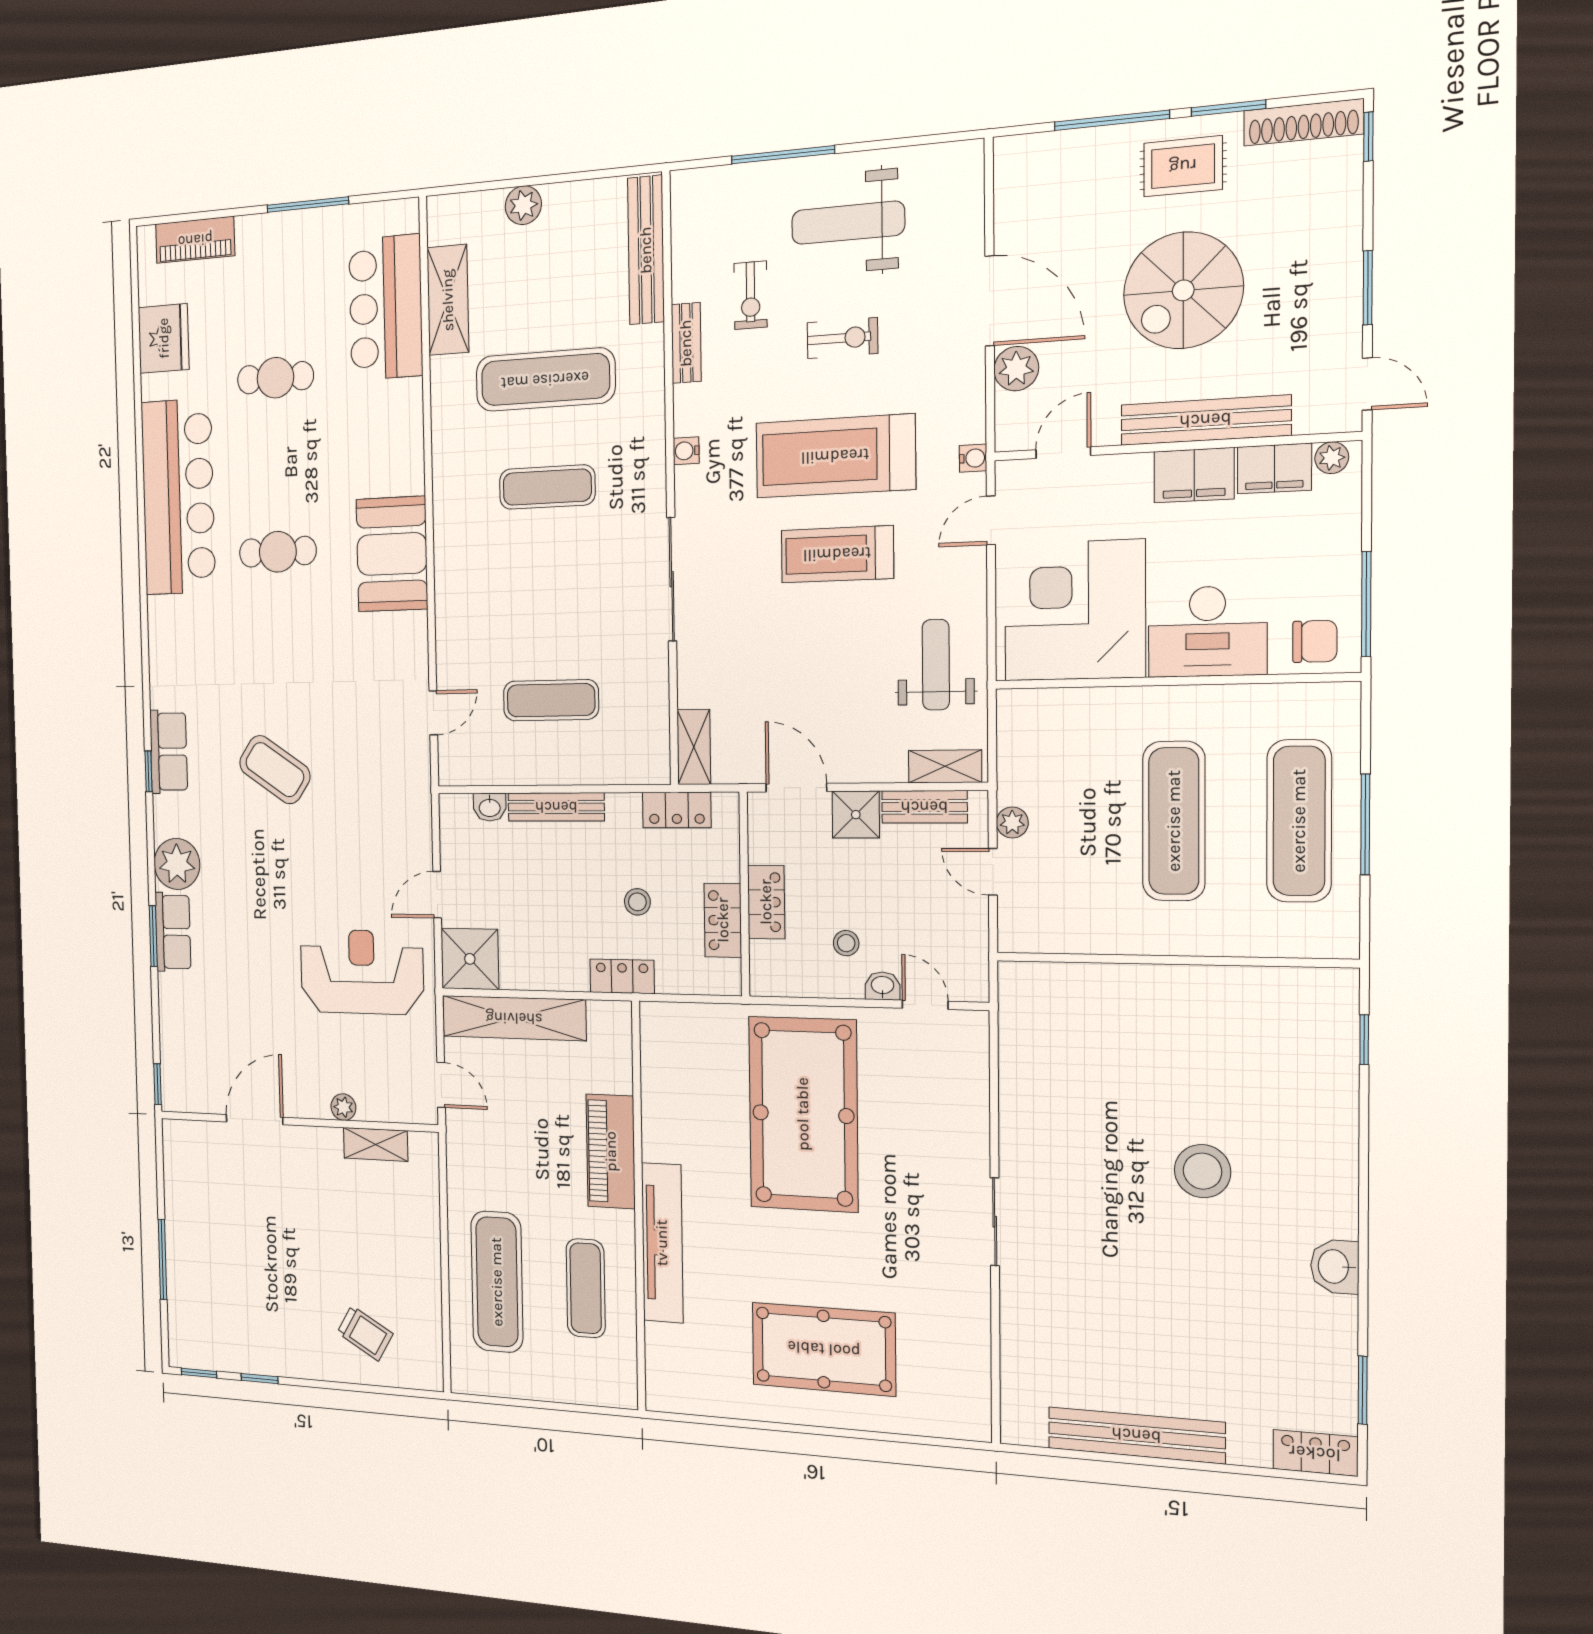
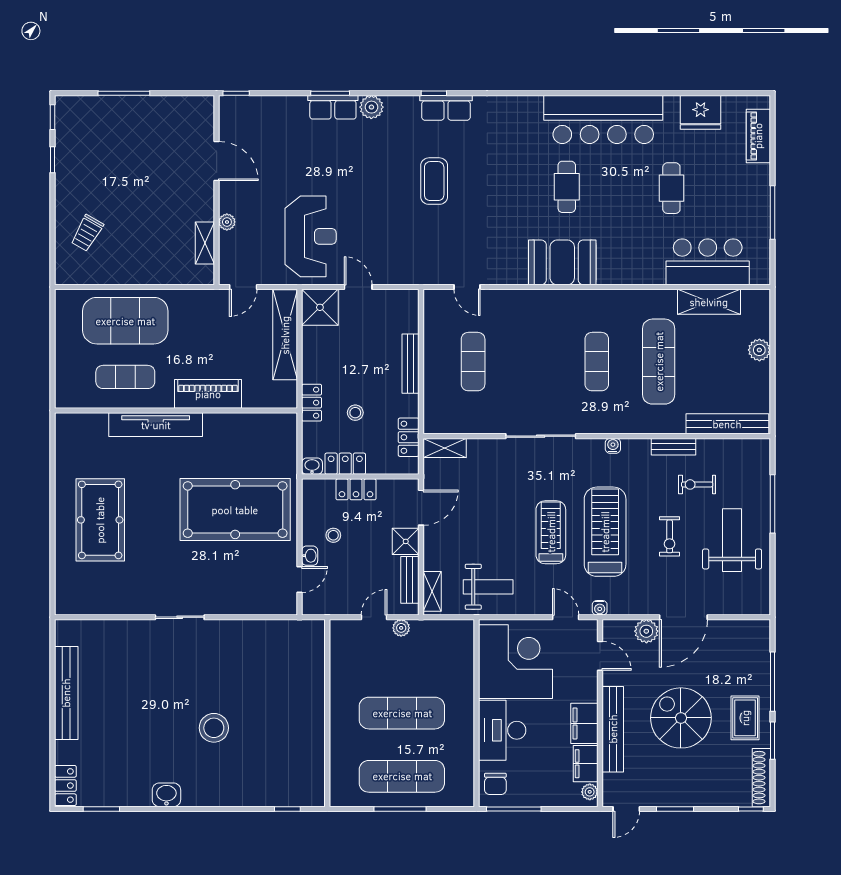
coffee table: (275, 770) -> (434, 181), turned -34
washbasin: (490, 807) -> (312, 466), moved, turned 90
plant: (177, 864) -> (371, 107), width x0.73, depth x0.73
exercise mat: (497, 1282) -> (125, 321), width x1.47

